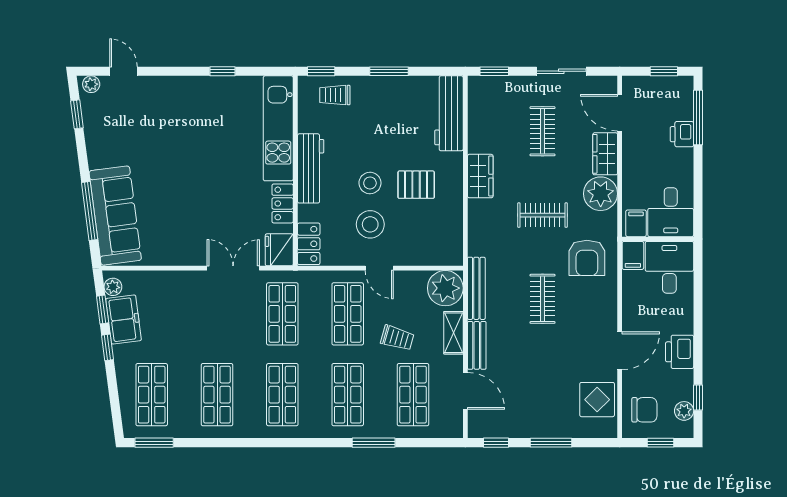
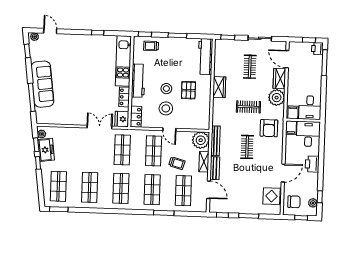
printer: (682, 134) -> (317, 49), moved
pallet: (416, 185) -> (188, 90), turned 90
sofa: (115, 216) -> (42, 84), moved
printer: (680, 352) -> (312, 164), moved

